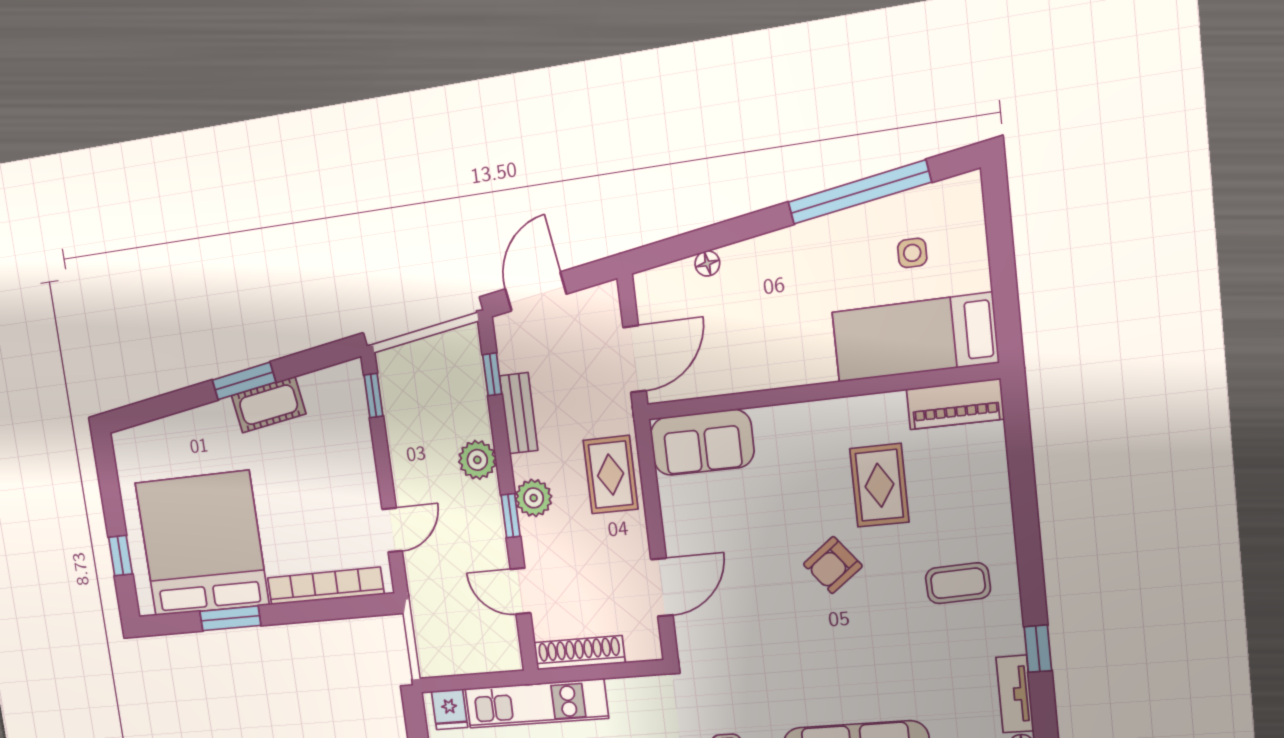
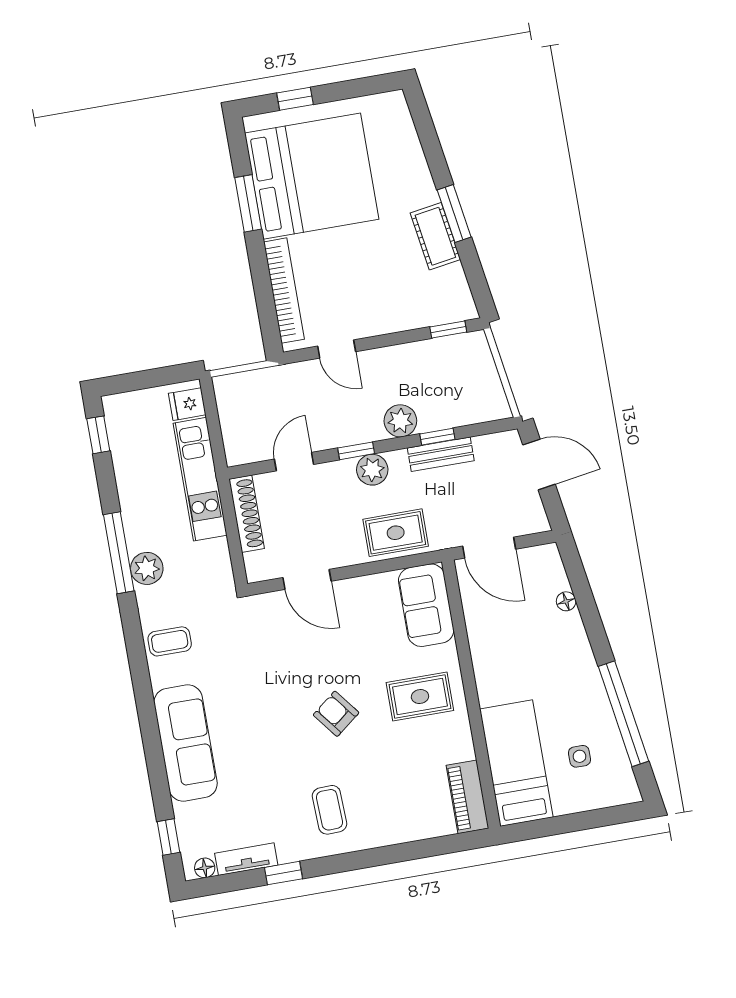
window: (492, 374) -> (437, 437), moved
rug: (879, 485) -> (420, 697), moved

